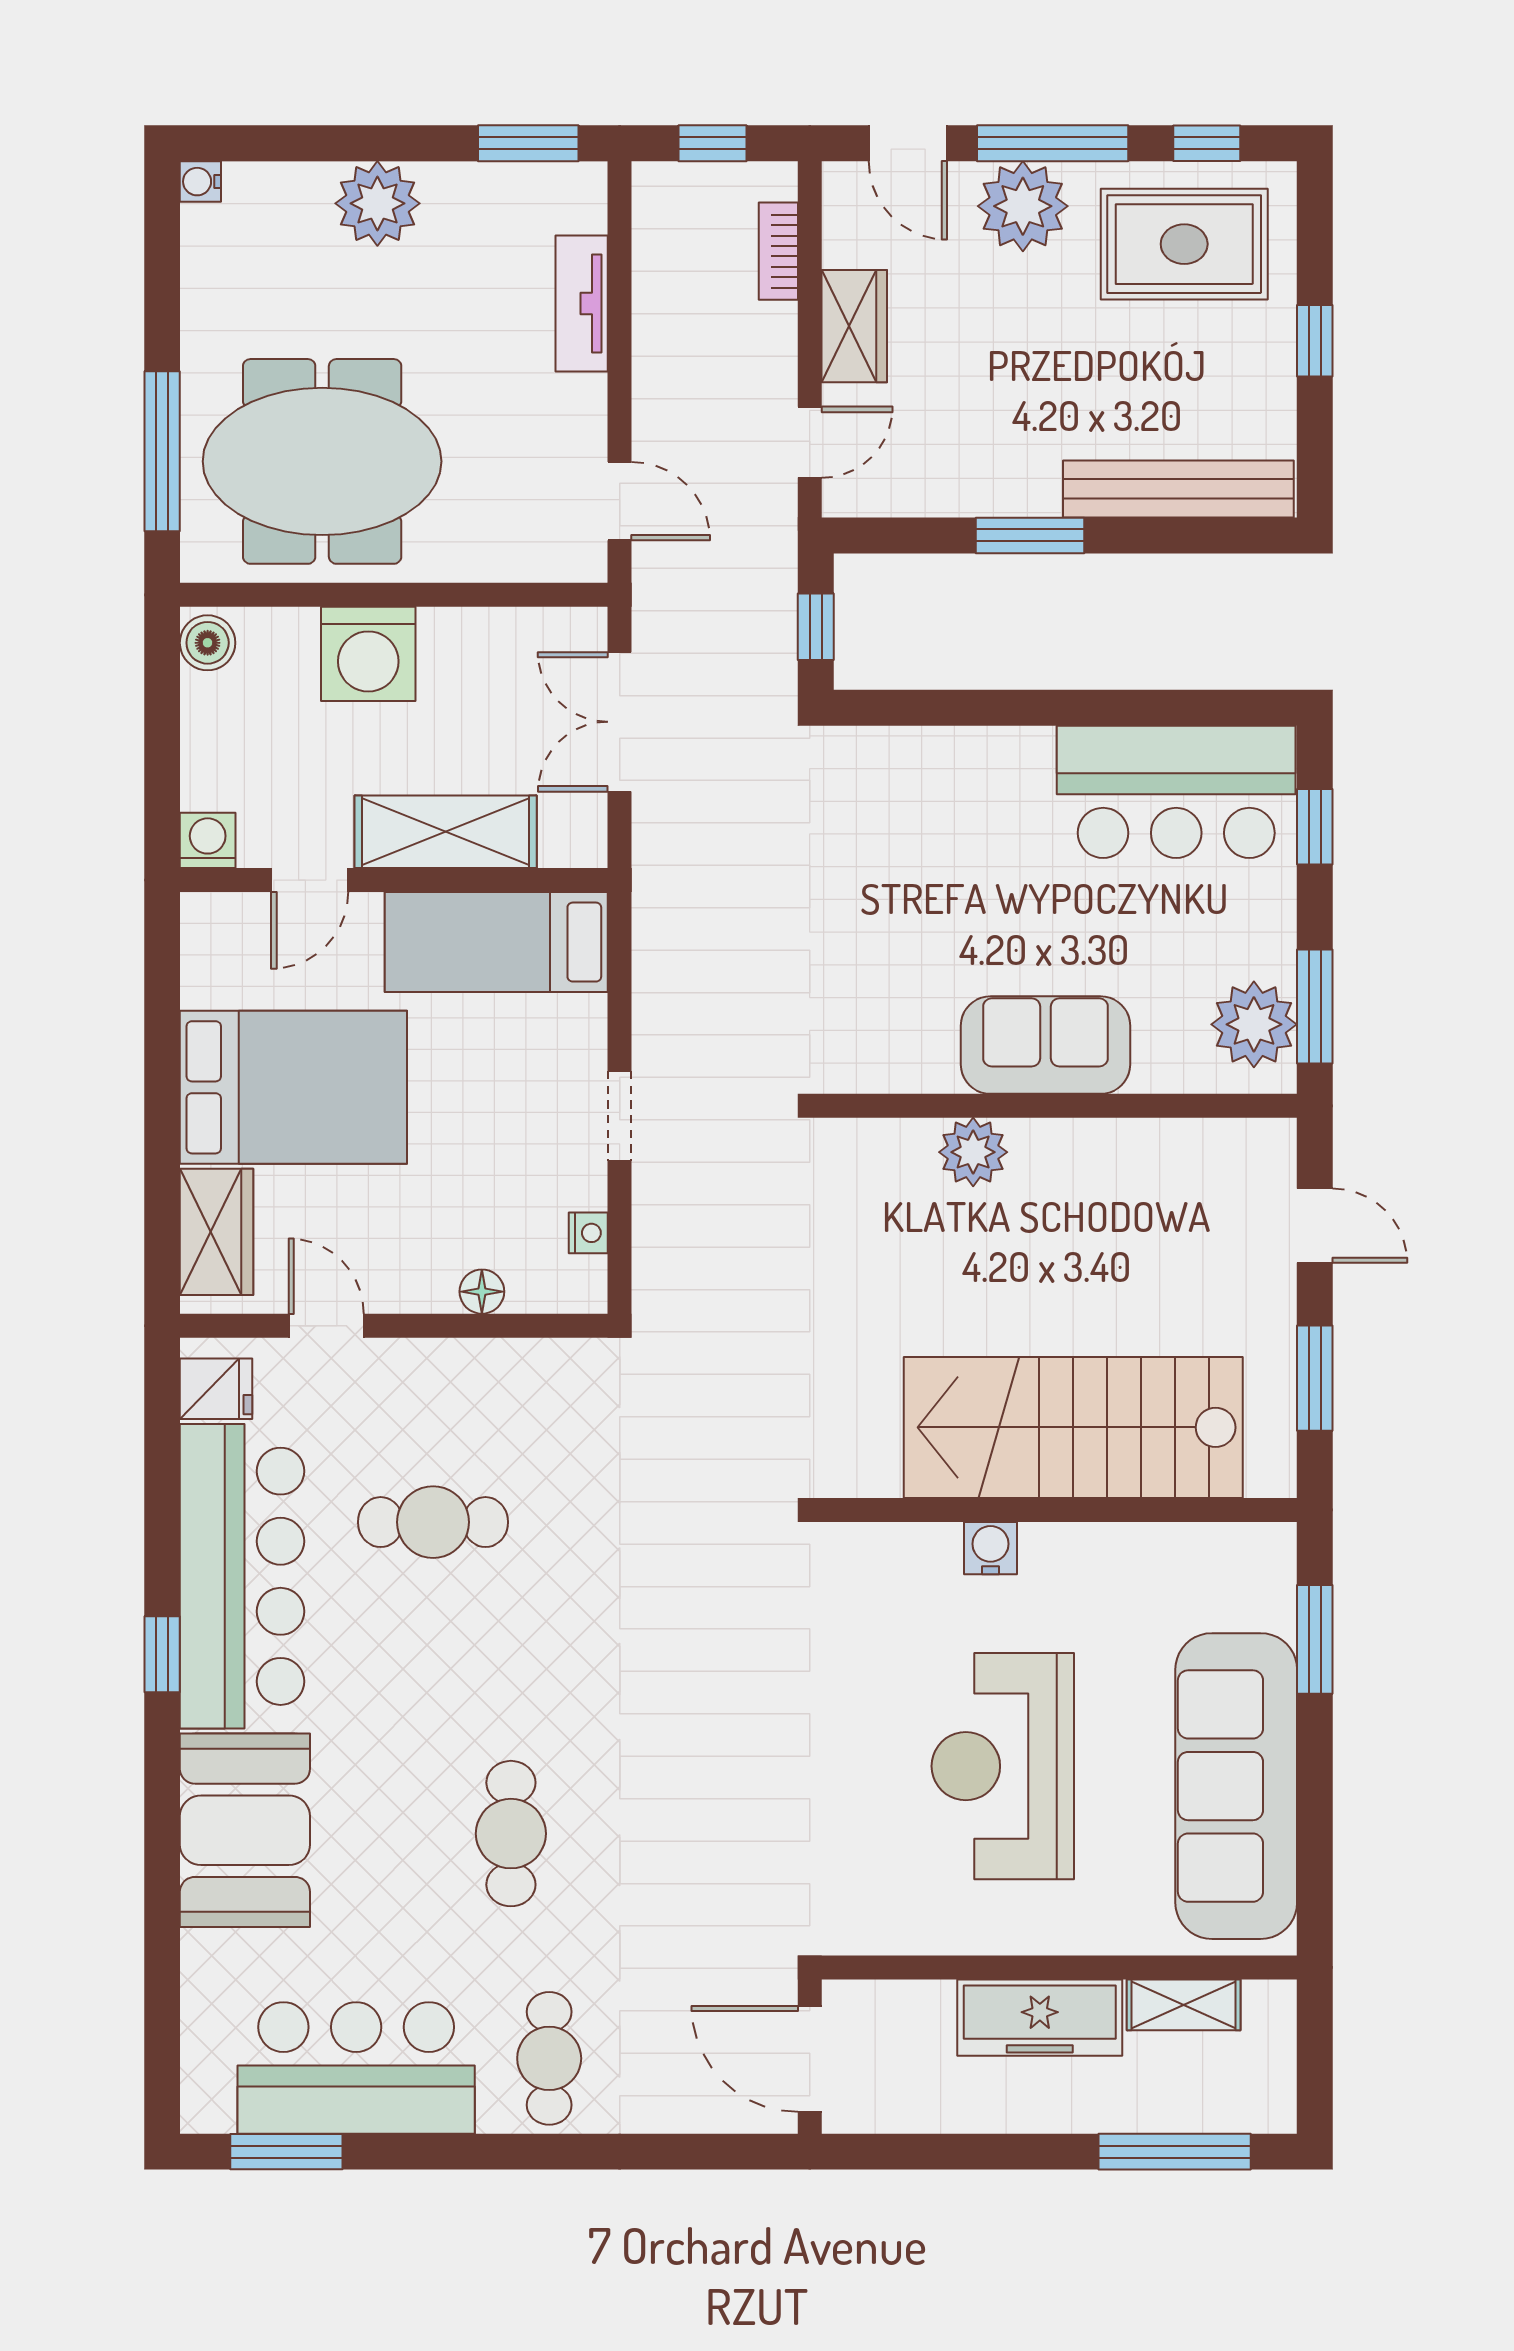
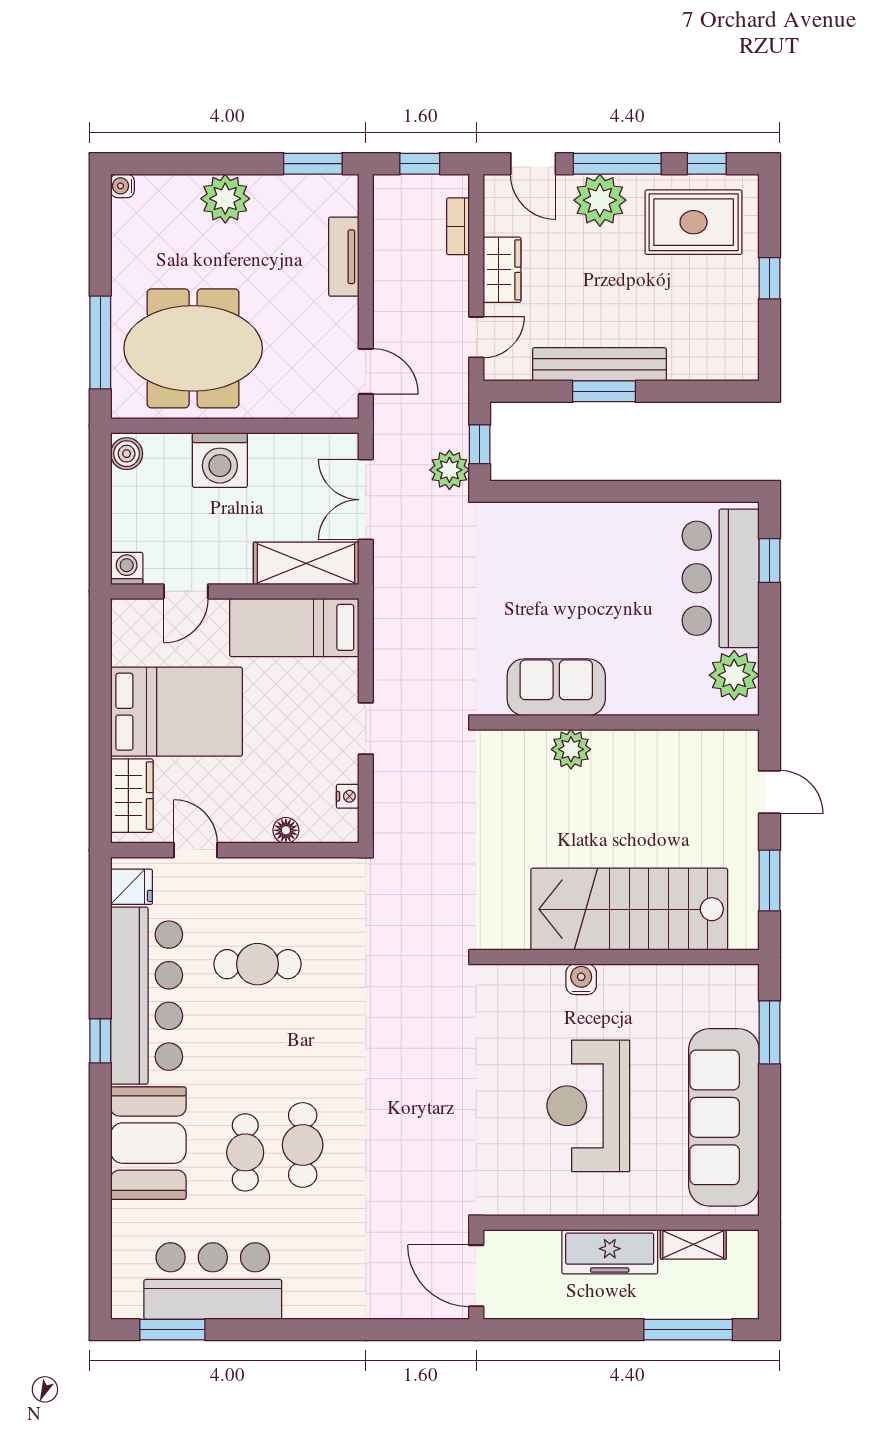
bench: (1178, 489) -> (599, 364), moved
plant: (764, 671) -> (449, 470), added
bar counter: (1176, 792) -> (721, 578), moved, turned 90
shelving: (446, 832) -> (306, 563), moved
window: (1315, 1007) -> (769, 665), removed
sofa: (1045, 1045) -> (556, 687), moved
cafe table: (549, 2058) -> (245, 1152), moved

